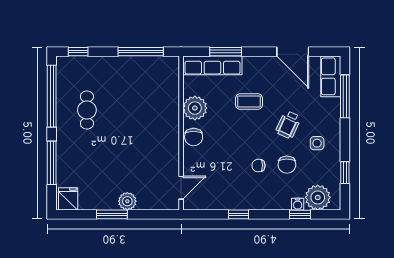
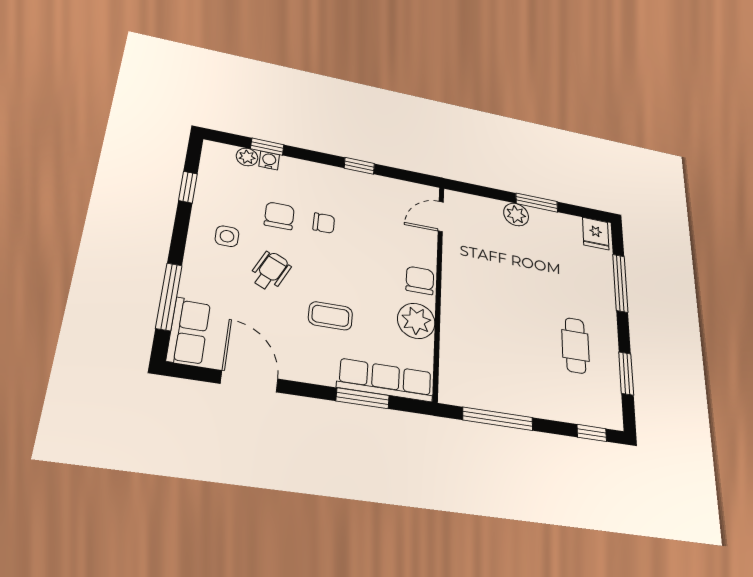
window: (52, 96) -> (626, 373), width x0.47
plant: (318, 197) -> (247, 157), width x0.53, depth x0.53

